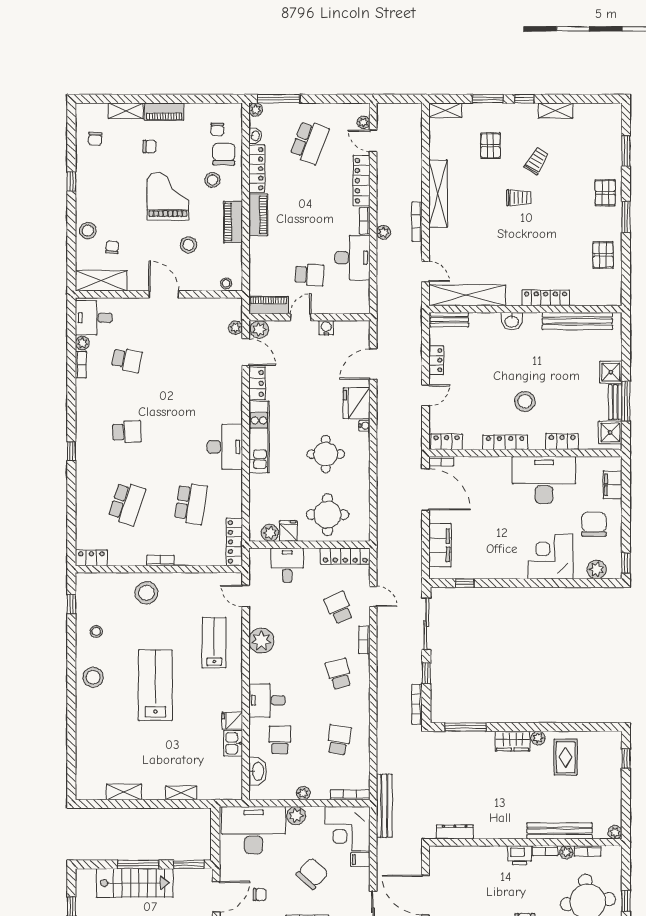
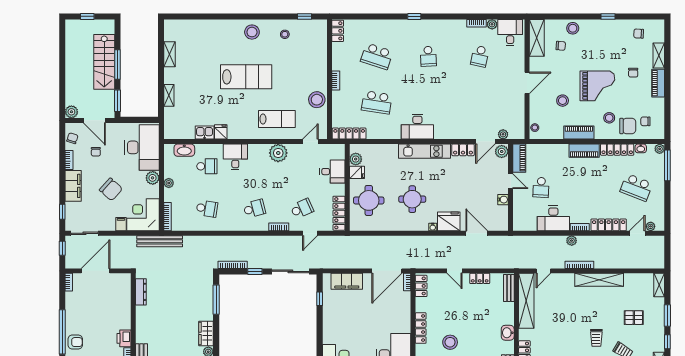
stool: (146, 593) -> (317, 100), moved

